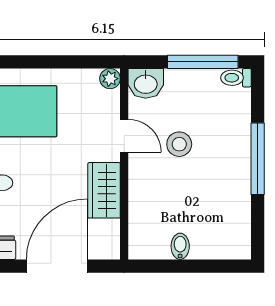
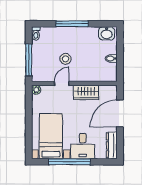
window: (203, 62) -> (29, 60), moved
washbasin: (146, 83) -> (107, 33), moved, turned 90
door: (57, 266) -> (120, 114), hinge flipped

